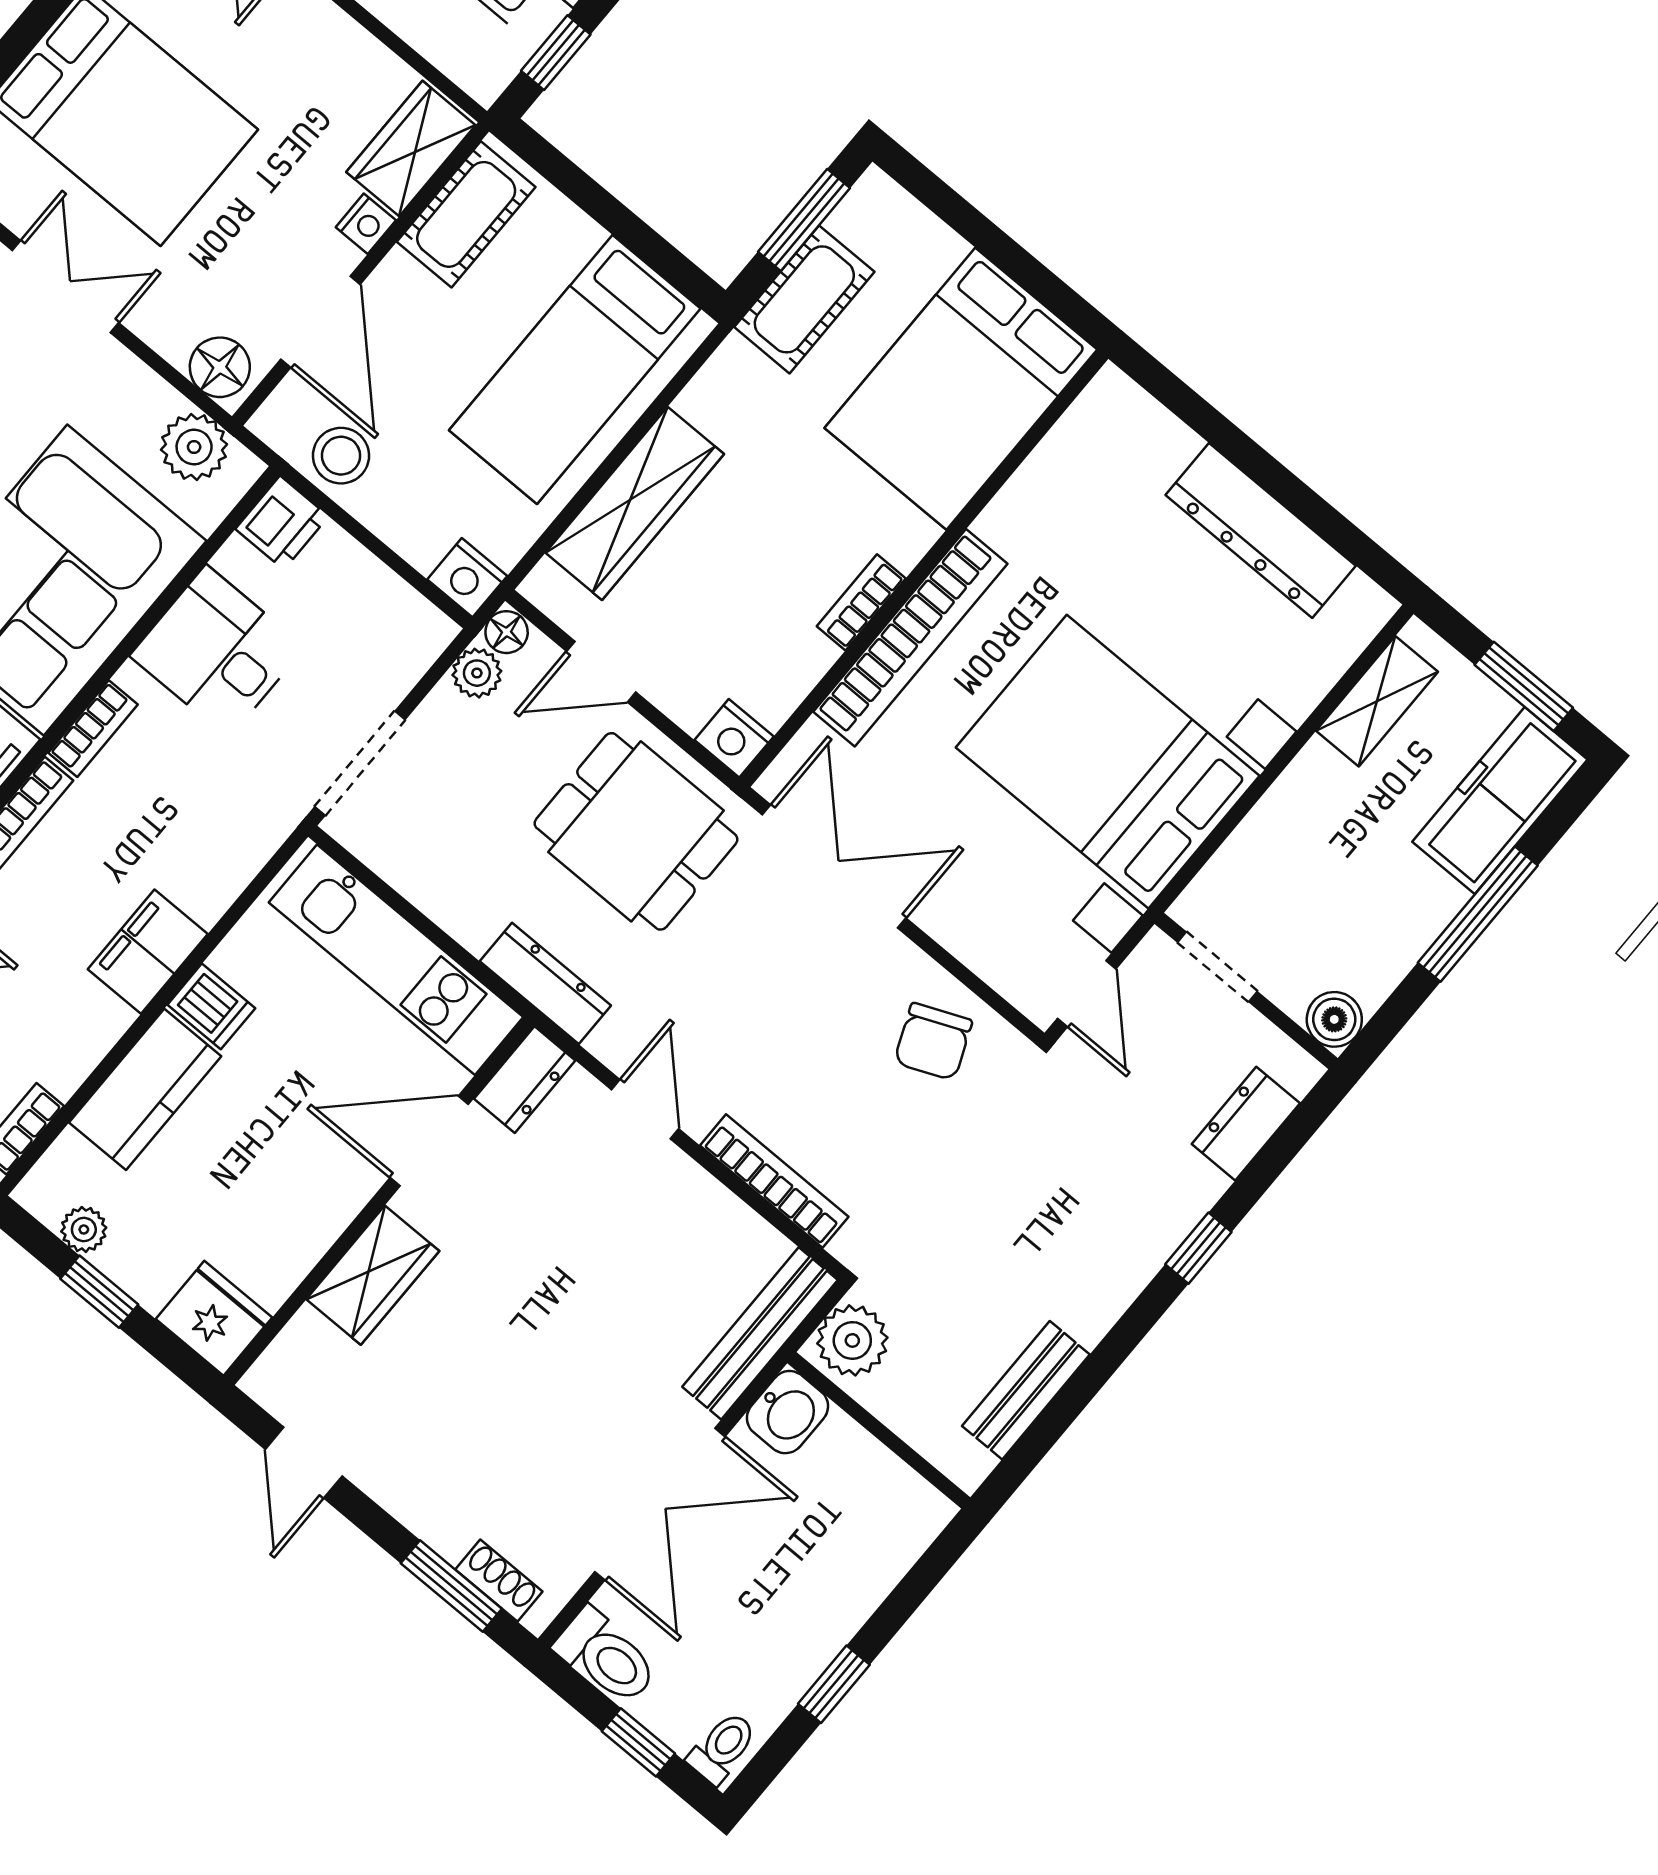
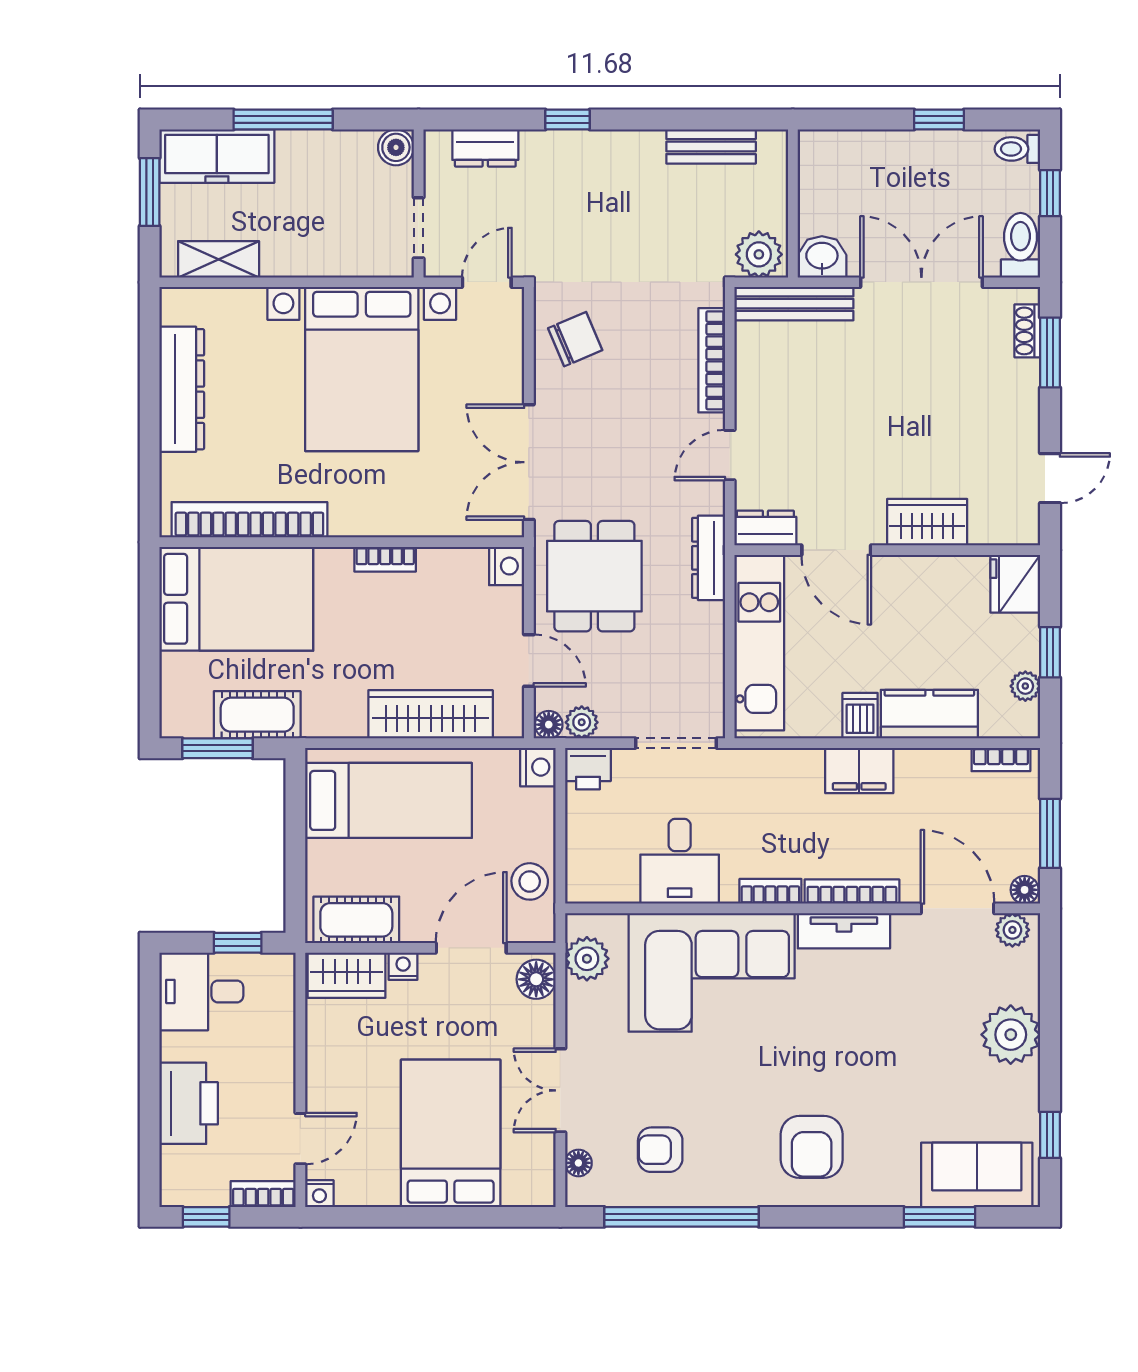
printer: (282, 523) -> (588, 769), moved, turned 180
bookcase: (910, 638) -> (249, 520), moved

